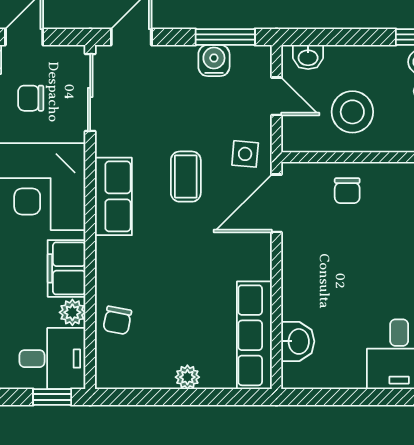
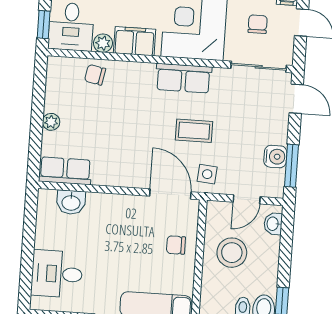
row of seats: (254, 335) -> (65, 171), width x0.68

